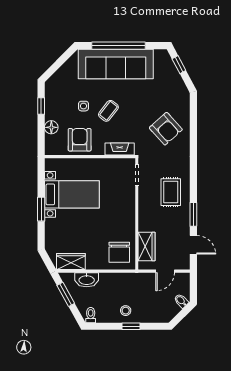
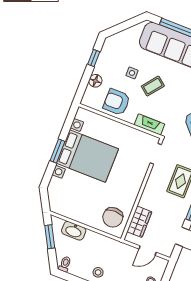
armchair: (80, 140) -> (117, 102), turned -90
bed with nightstands: (72, 194) -> (87, 156), width x1.36
wardrobe: (71, 261) -> (66, 209), removed

